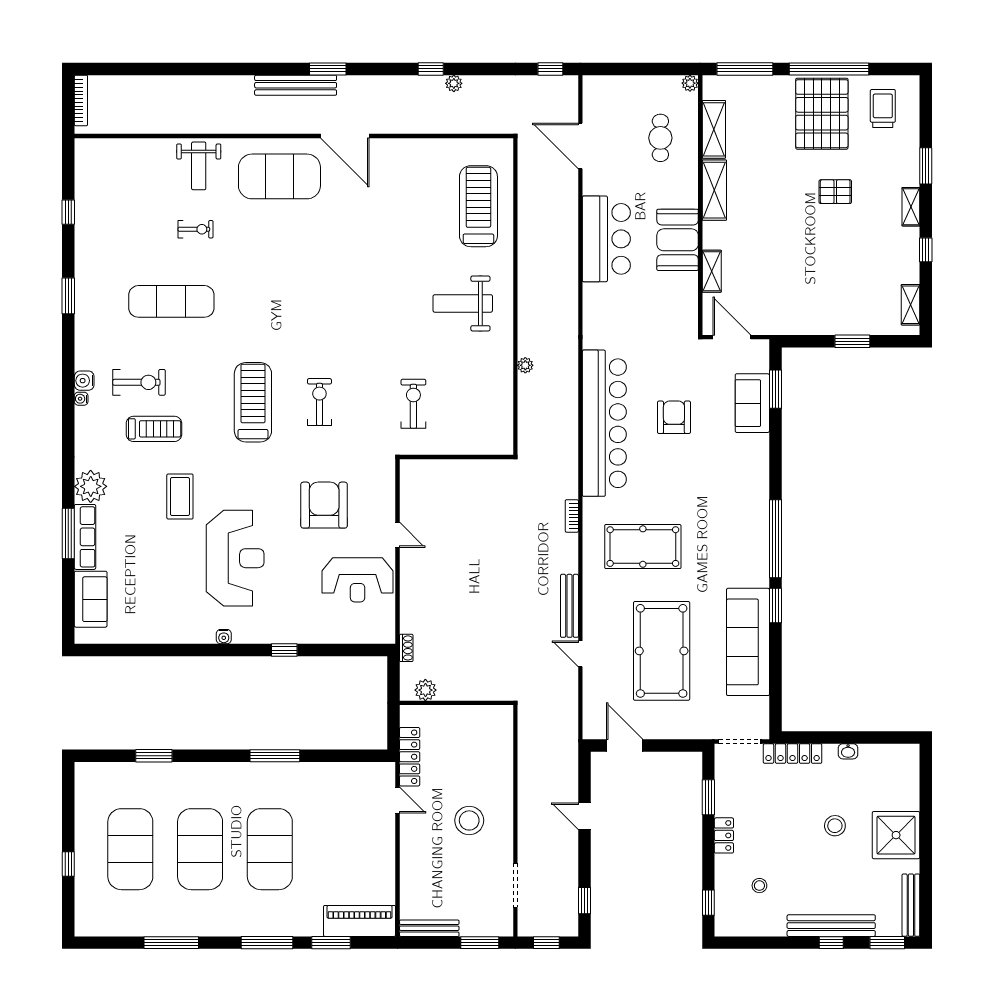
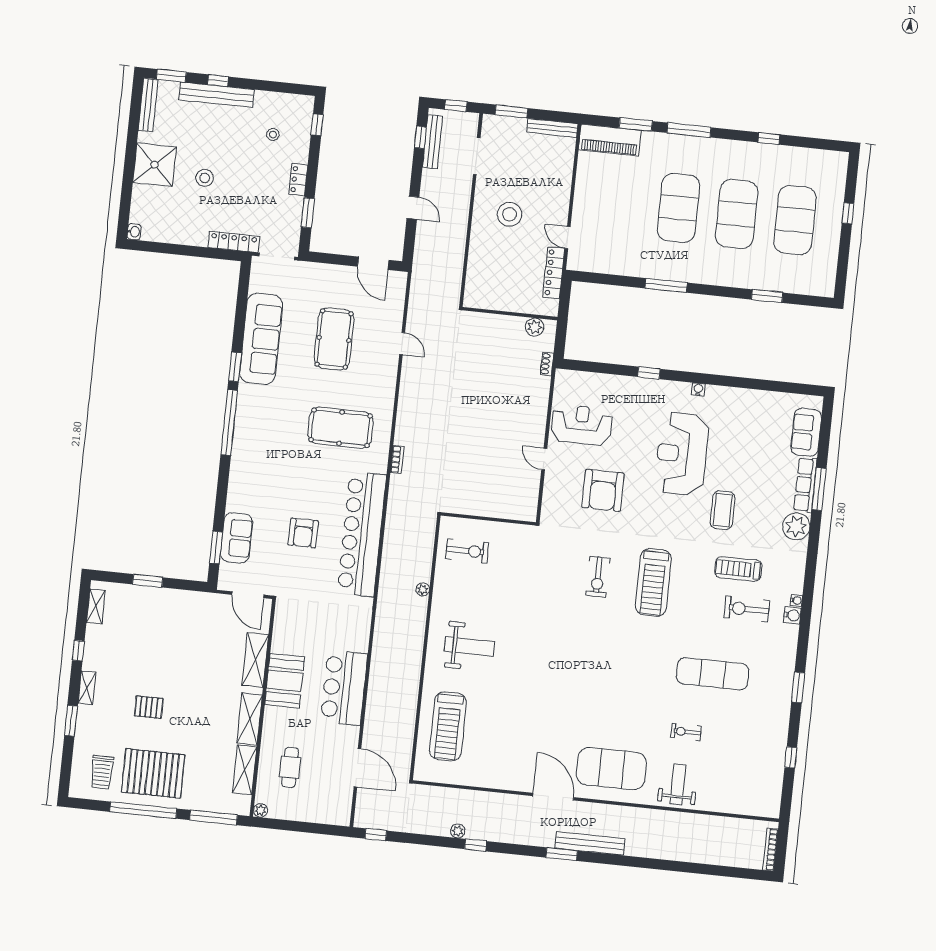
pallet: (822, 114) -> (153, 773), turned 90
shelving: (712, 271) -> (255, 660), width x1.50, depth x1.33
exercise bike: (413, 404) -> (467, 551), moved, turned -90
bench: (569, 606) -> (433, 142), moved
pool table: (662, 651) -> (334, 339), width x0.73, depth x0.76
washbasin: (848, 751) -> (134, 232), moved, turned 90
window: (171, 943) -> (769, 138), width x0.46

